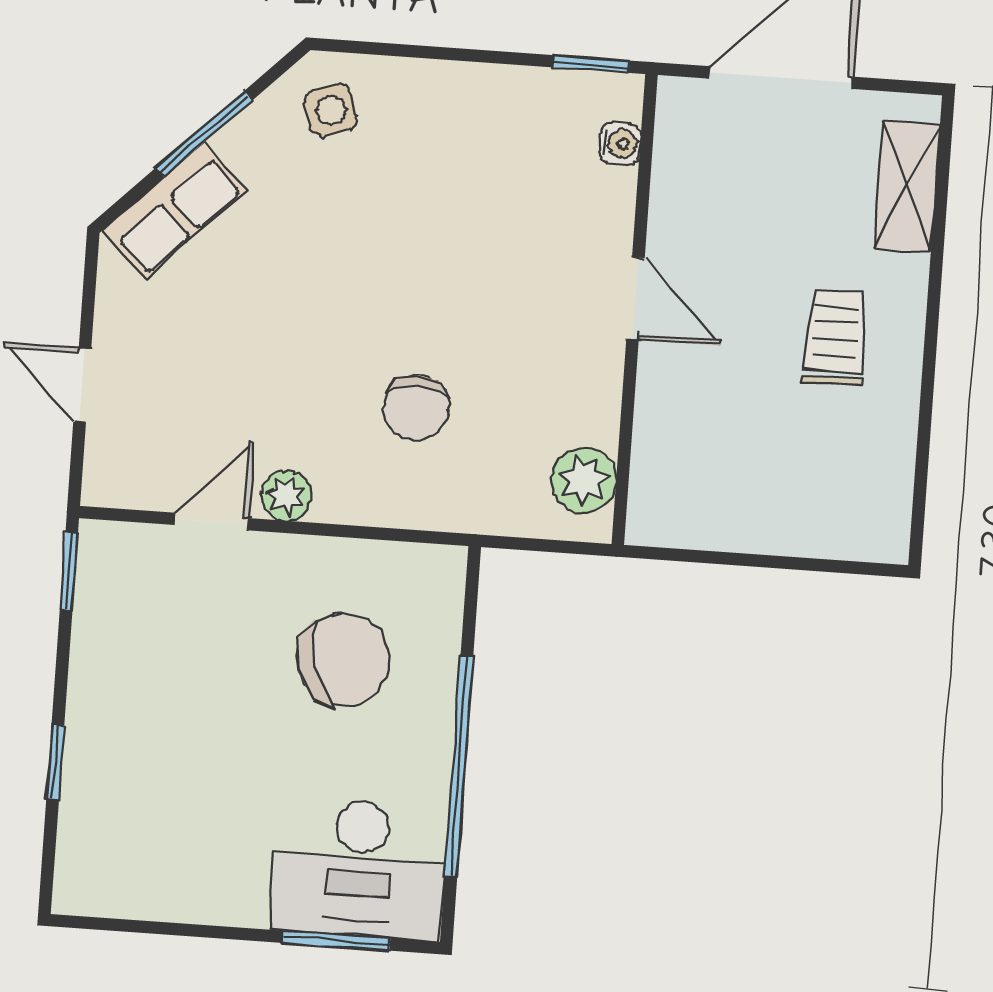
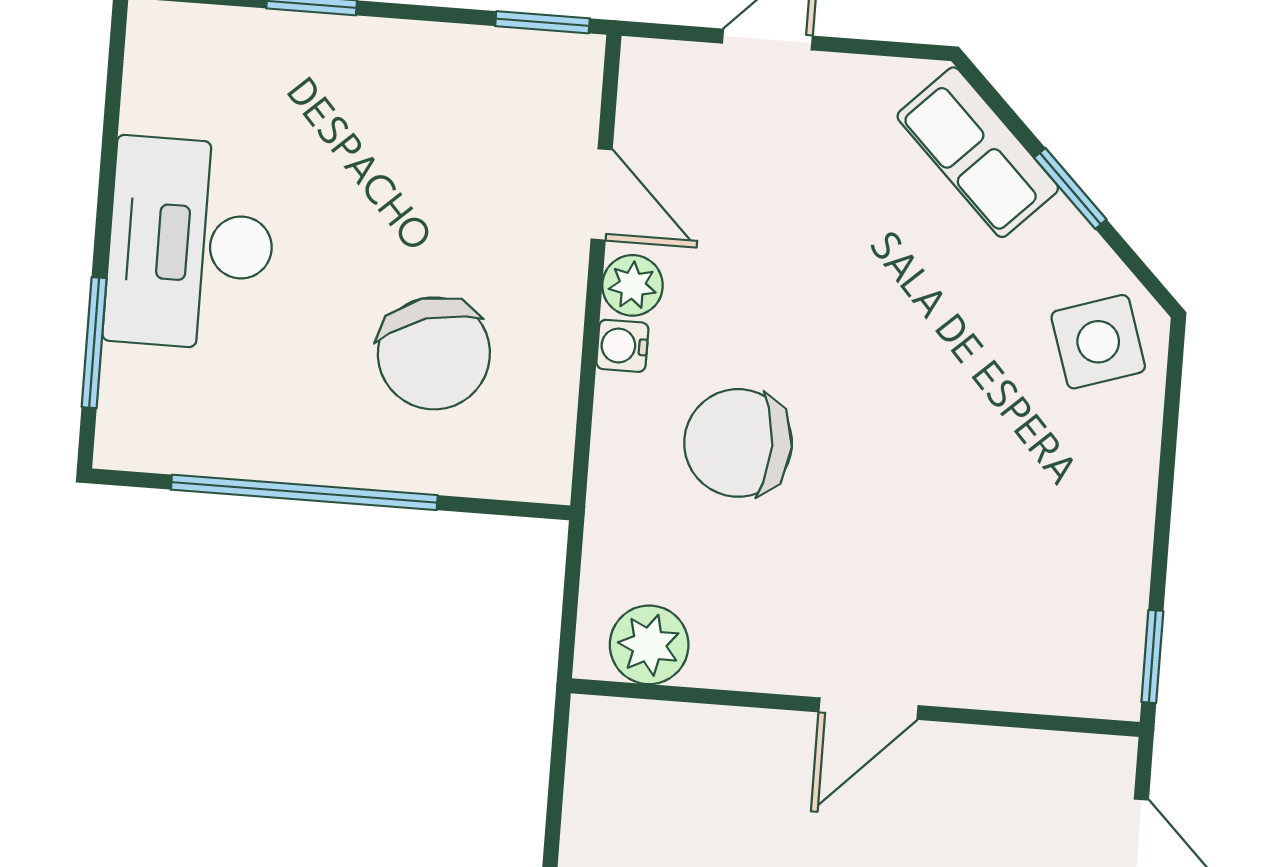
side table: (331, 110) -> (1098, 342), width x1.37, depth x1.37
window: (204, 134) -> (1070, 189), width x0.67
water cooler: (620, 144) -> (622, 346), moved, turned 90
chair: (416, 408) -> (738, 443), width x1.37, depth x1.37
desk: (360, 869) -> (191, 244), moved

